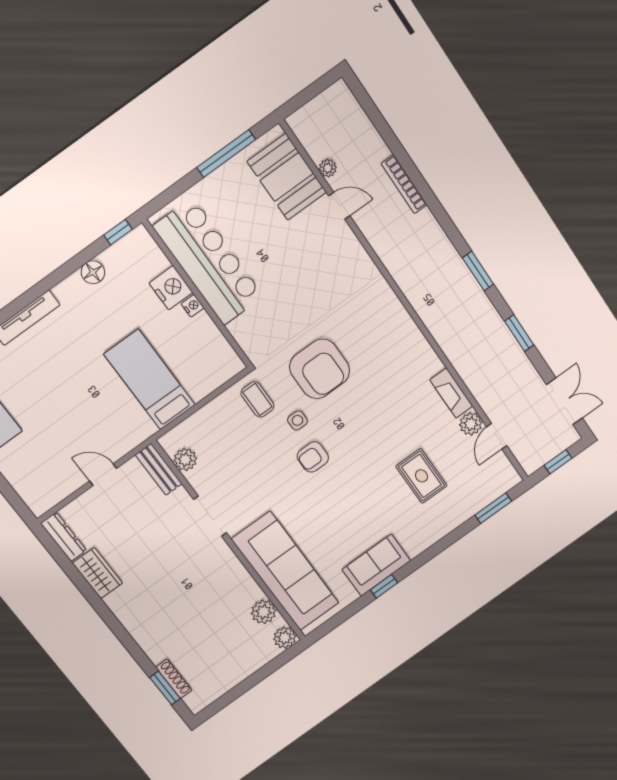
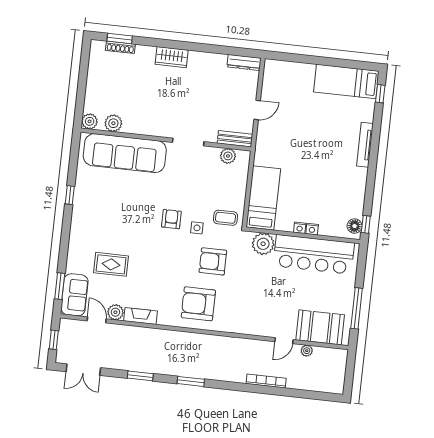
floor lamp: (93, 272) -> (355, 226), moved
nightstand: (171, 288) -> (312, 229), width x0.53, depth x0.56
plant: (249, 331) -> (263, 244), added
armchair: (382, 342) -> (198, 304), added
armchair: (320, 369) -> (213, 261), width x0.73, depth x0.73
bed: (150, 380) -> (263, 198), moved, turned -90
sofa: (376, 565) -> (75, 295), moved
wardrobe: (97, 573) -> (172, 57), moved

